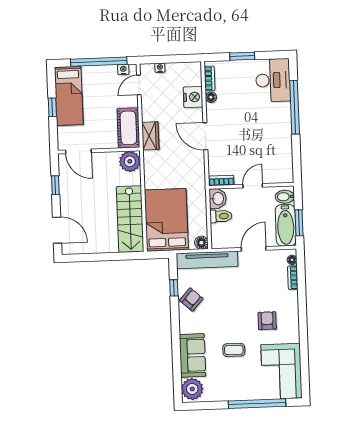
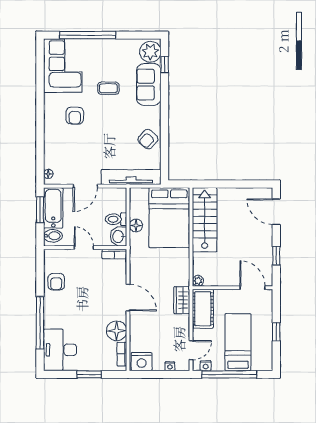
bed: (69, 96) -> (238, 342), moved
nightstand: (193, 97) -> (142, 362), moved, turned -90
floor lamp: (211, 97) -> (117, 331), width x1.89, depth x1.89
armchair: (280, 150) -> (56, 282), added
plant: (130, 161) -> (198, 281), width x0.53, depth x0.53
door: (253, 186) -> (84, 248), swing flipped
floor lamp: (201, 243) -> (136, 225), moved
bookcase: (293, 278) -> (48, 157), removed
window: (174, 288) -> (165, 64), moved

